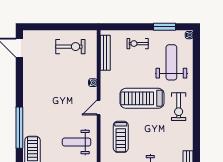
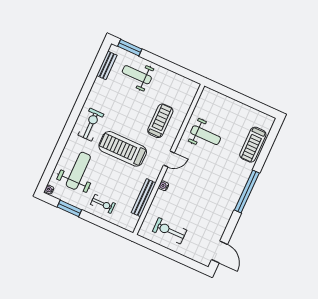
bench: (105, 53) -> (144, 198), moved
weight bench: (171, 62) -> (78, 171), turned 180
treadmill: (142, 98) -> (123, 149), turned 180
window: (19, 128) -> (247, 191), moved

